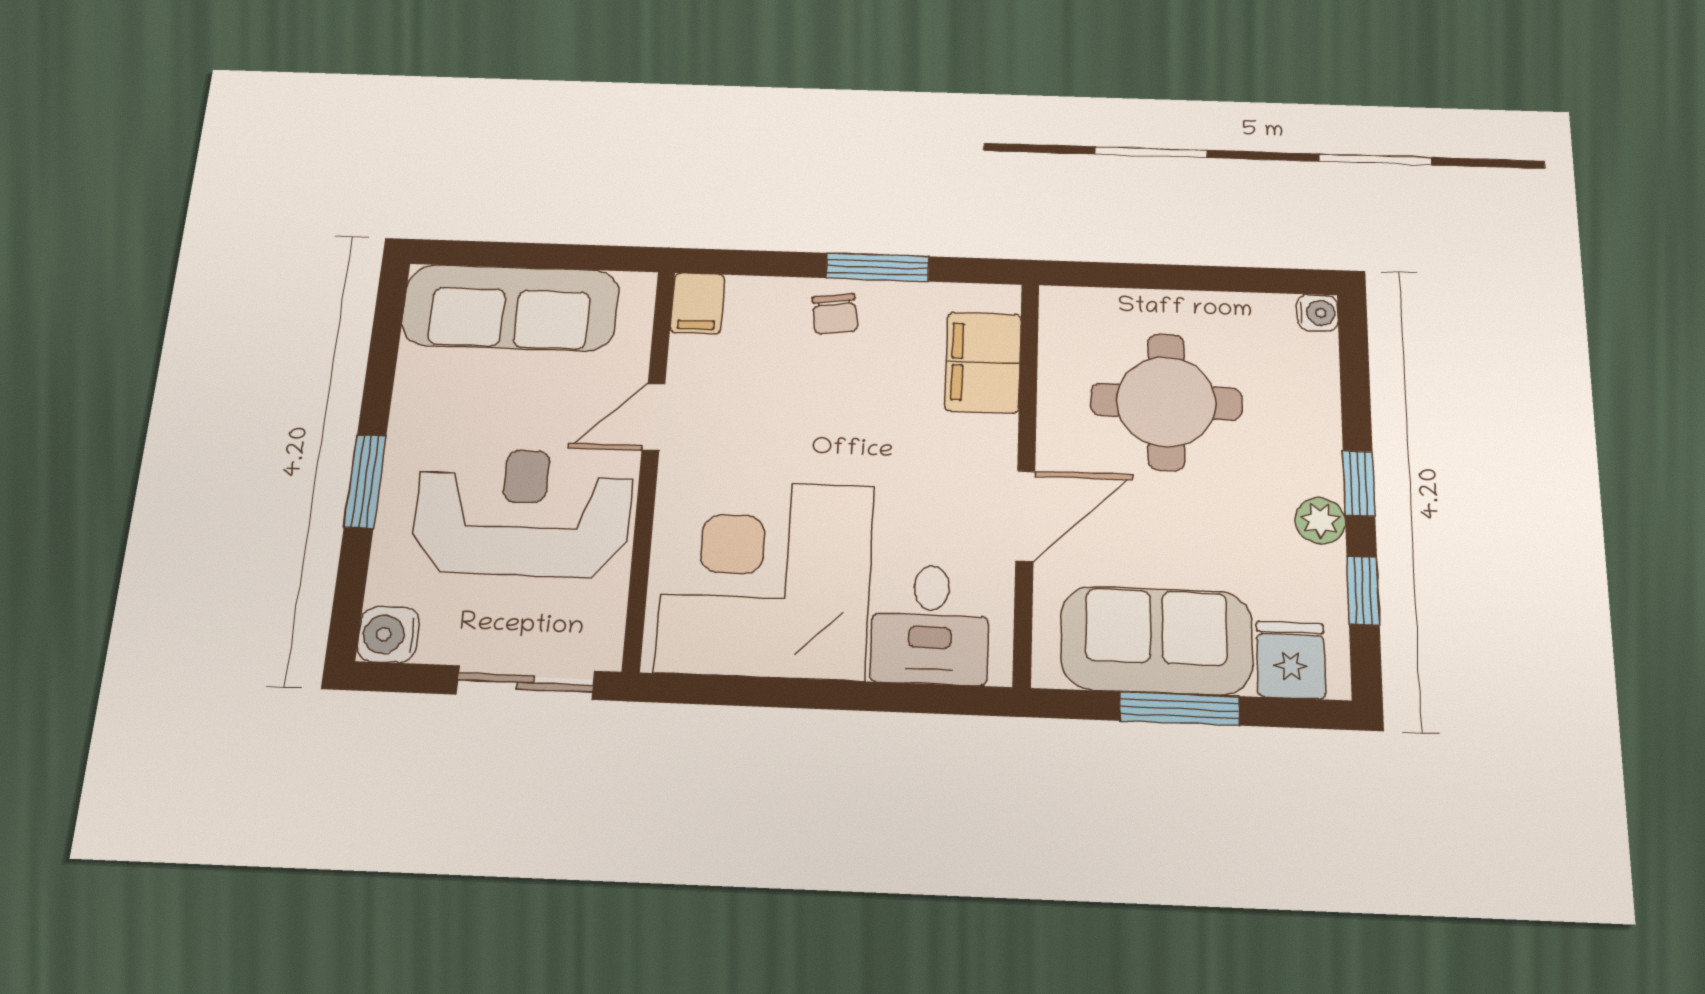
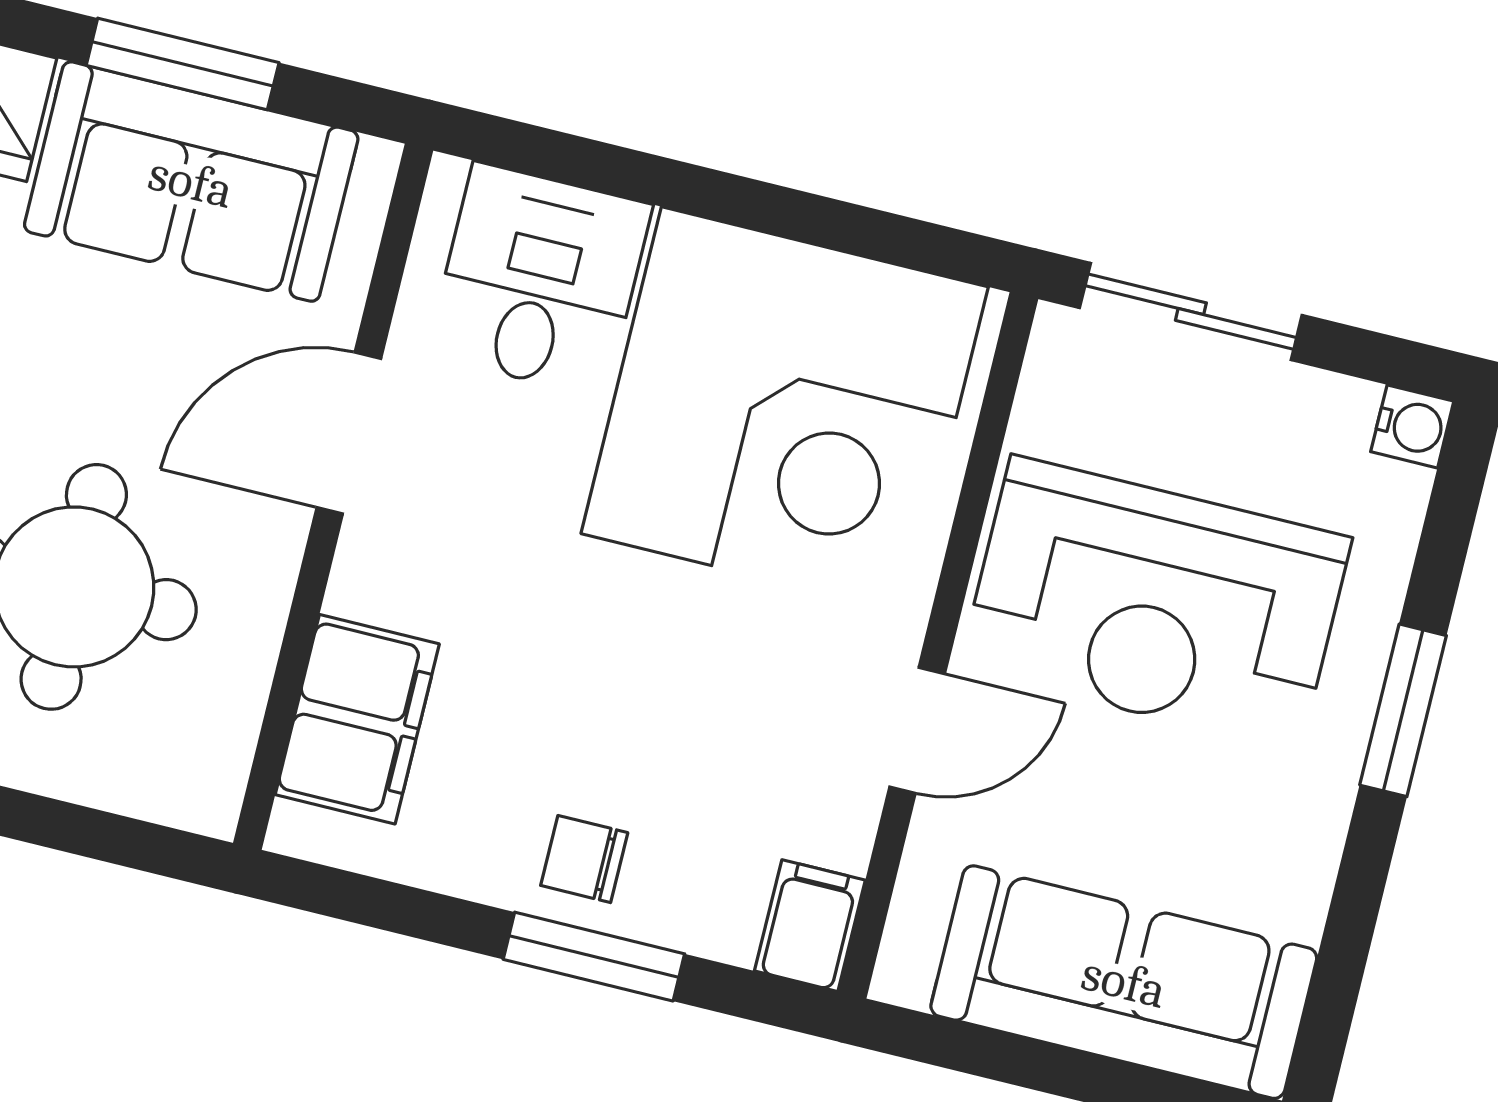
window: (878, 267) -> (594, 957), moved
chair: (835, 314) -> (584, 859), turned -82
water cooler: (388, 634) -> (1412, 426), width x0.72, depth x0.72

